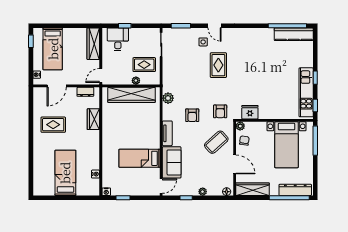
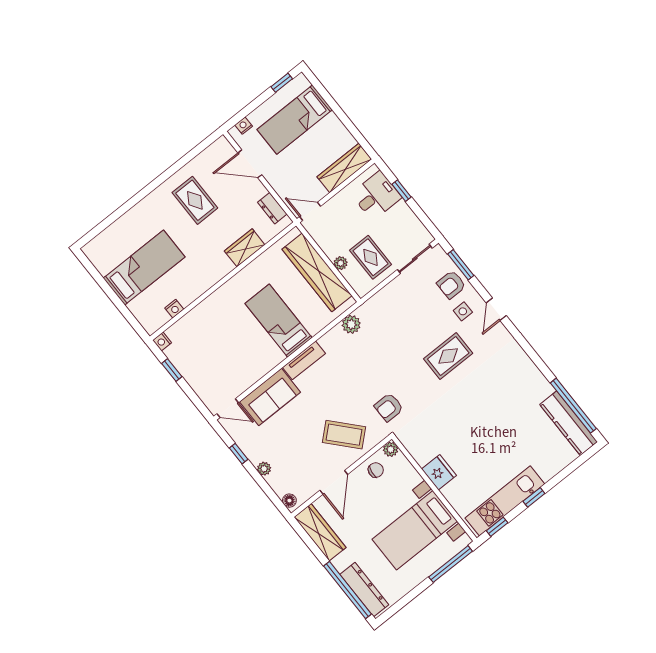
fridge: (250, 112) -> (439, 472), moved
armchair: (192, 115) -> (451, 285), moved
bed: (140, 158) -> (279, 321), moved

